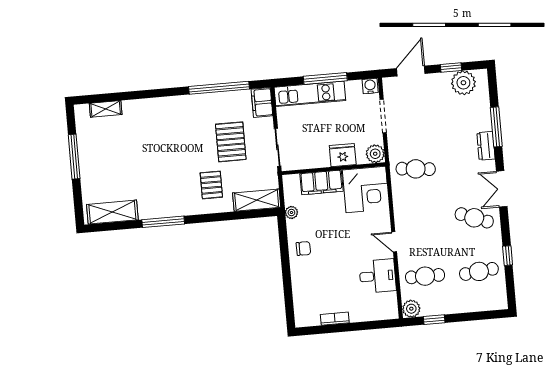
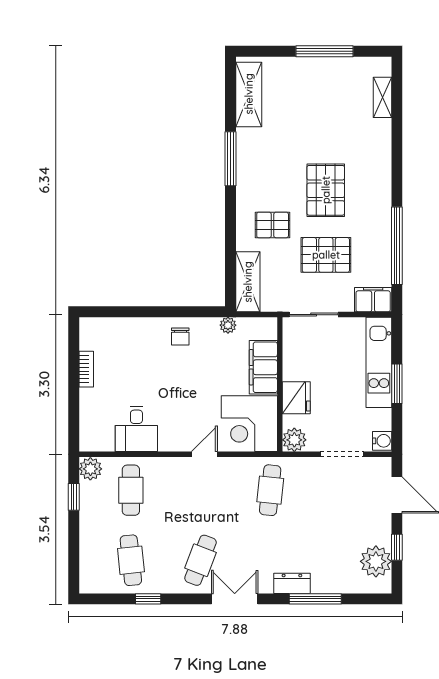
window: (325, 78) -> (397, 384), width x0.69
pallet: (181, 146) -> (326, 190), added
door: (394, 242) -> (204, 454), moved

